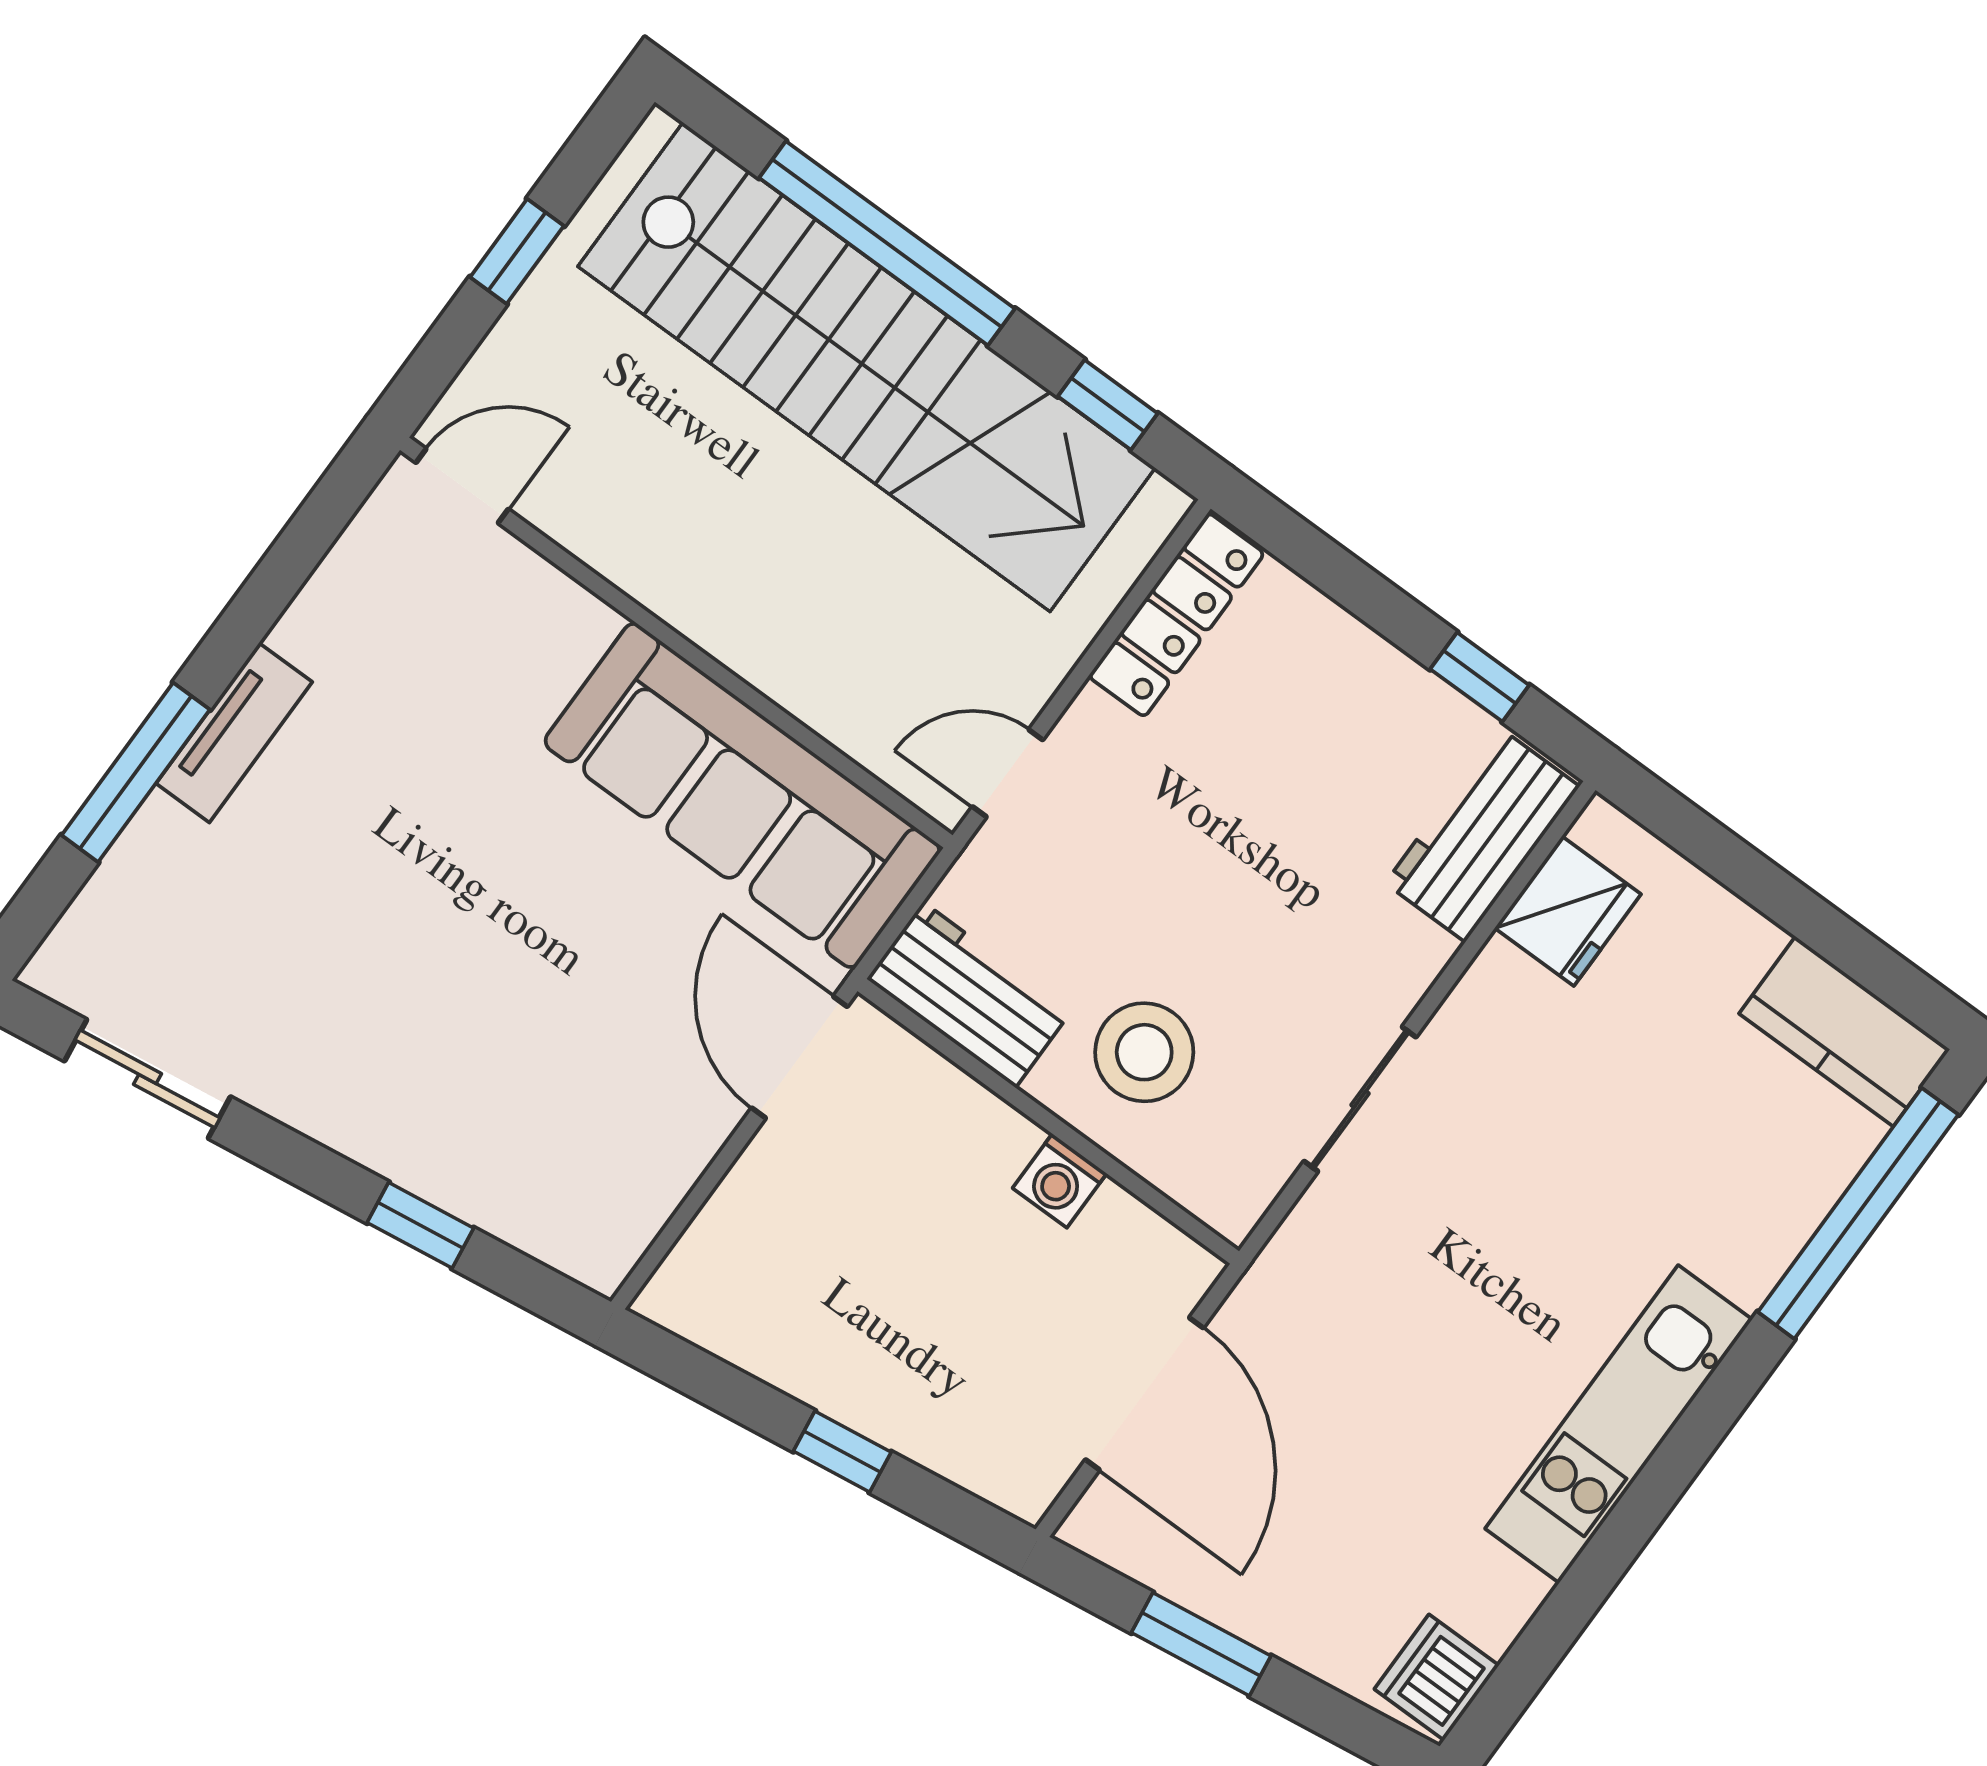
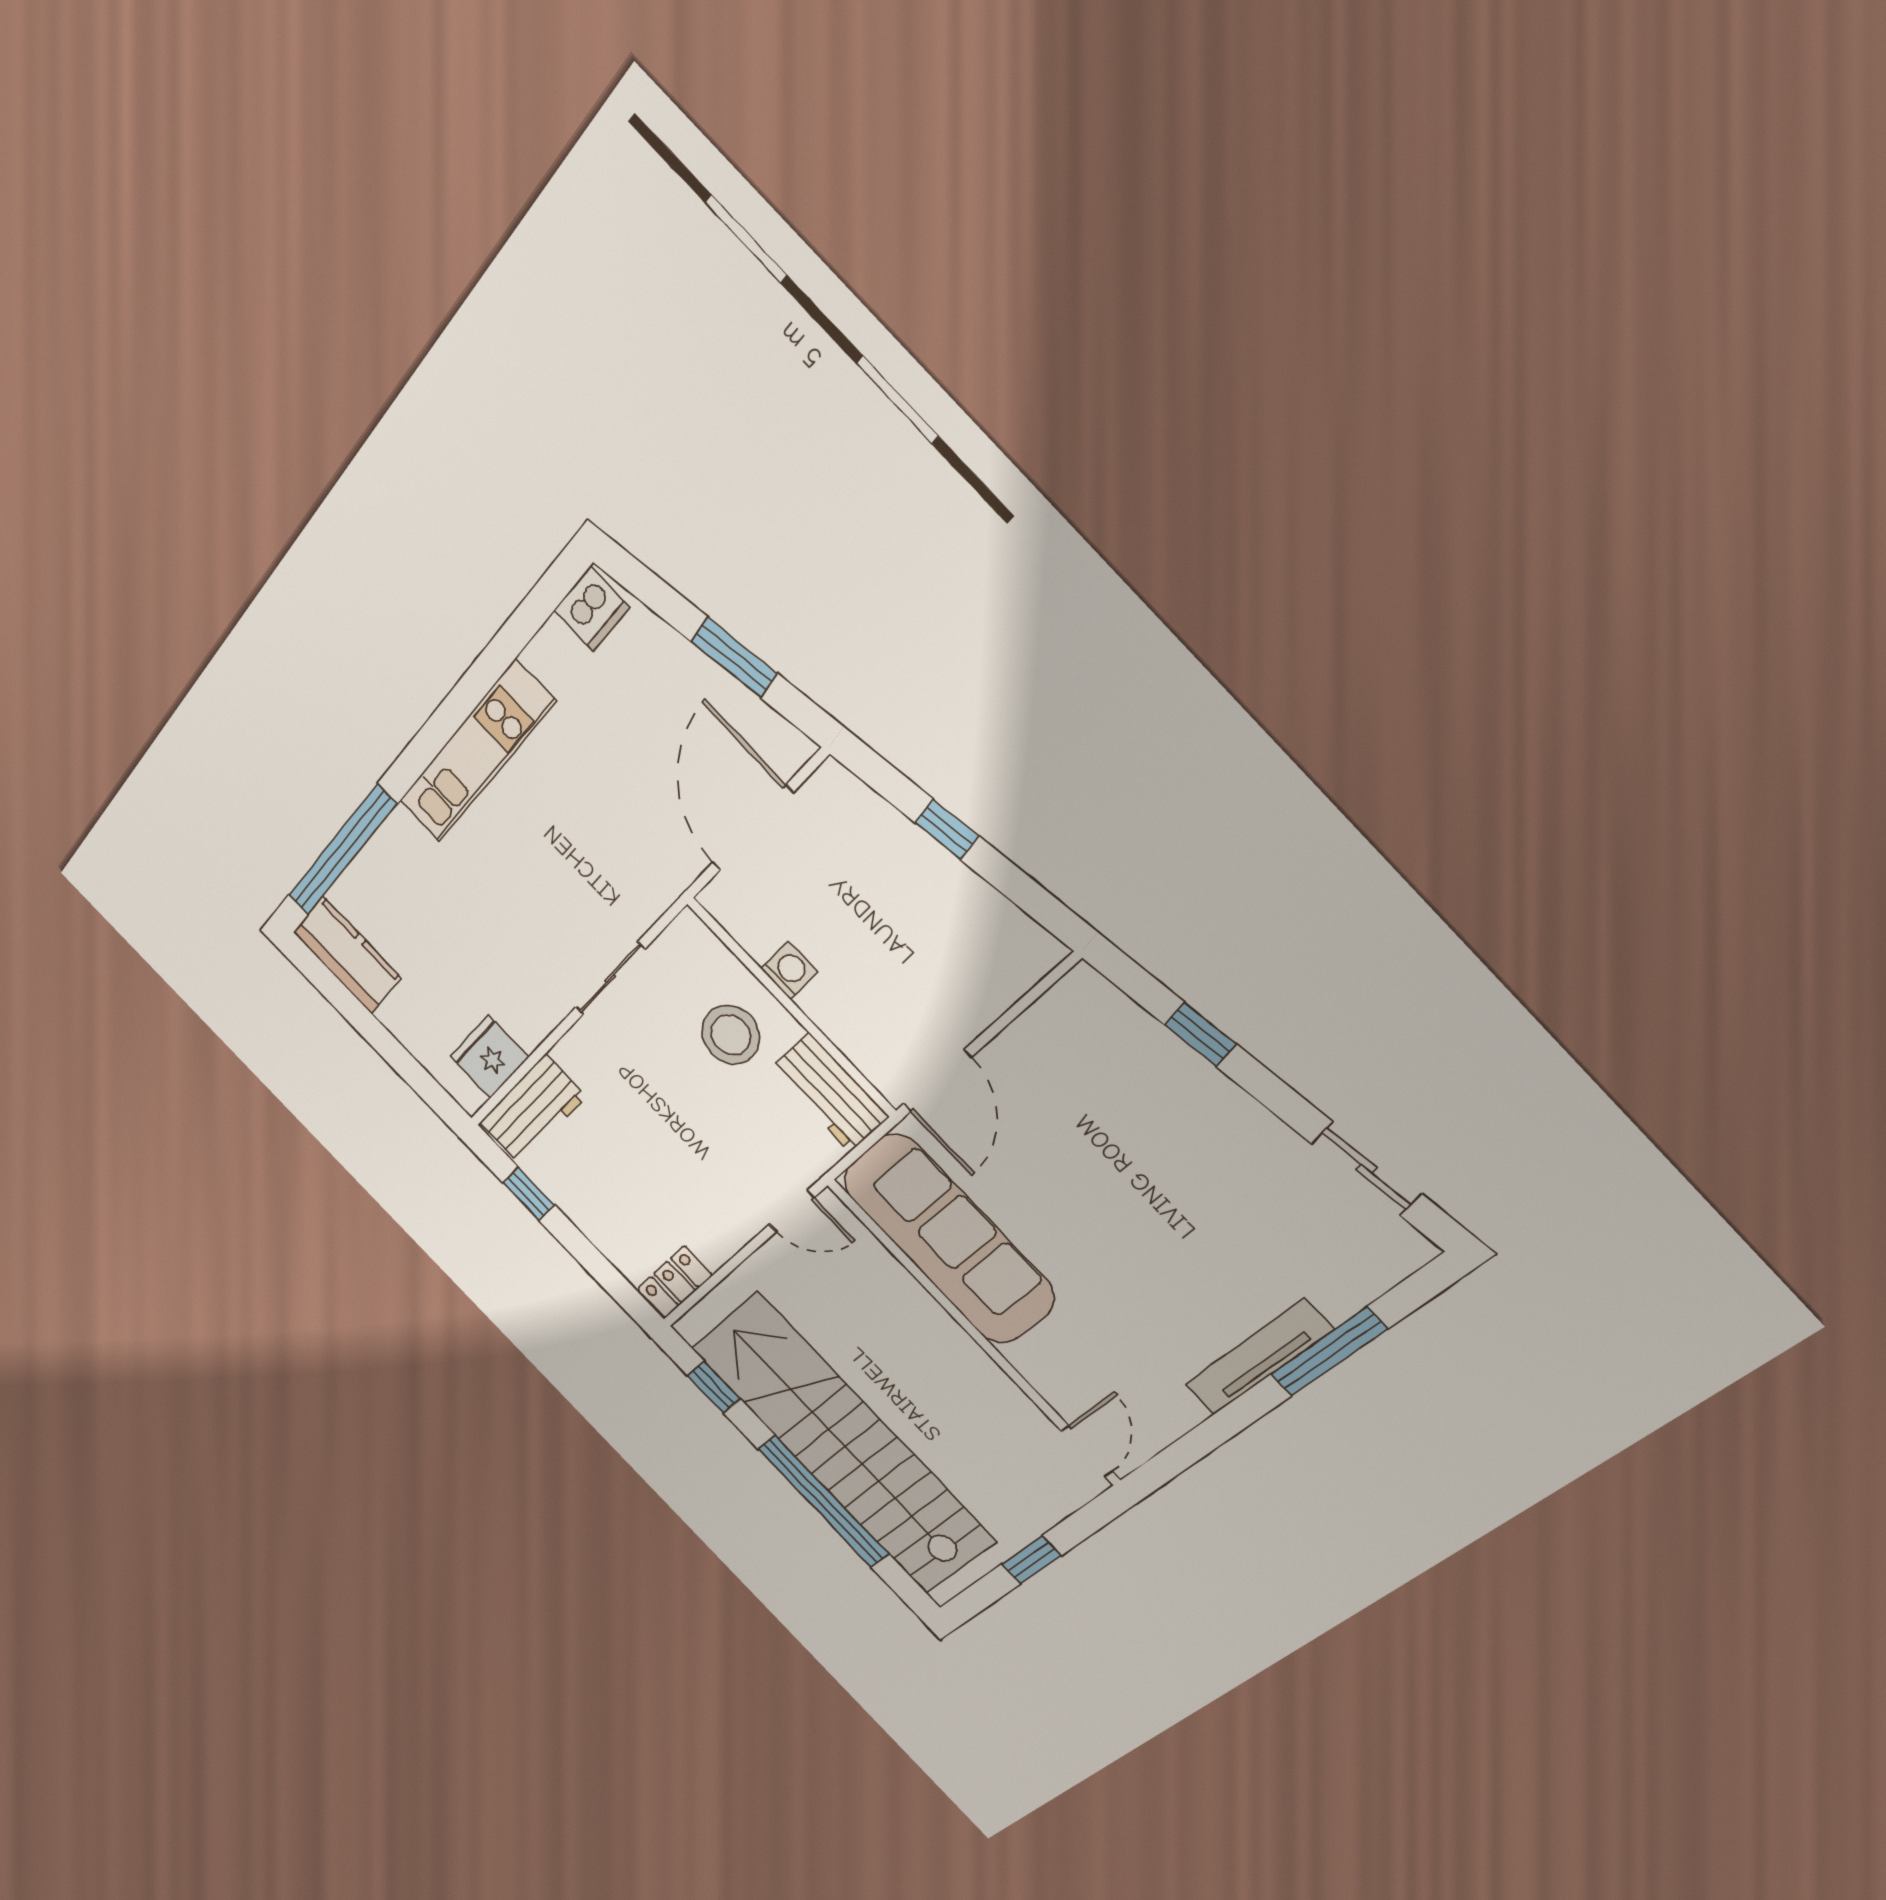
door: (462, 486) -> (1087, 1451), swing flipped
locker: (1176, 615) -> (675, 1282), width x0.66
tv unit: (234, 733) -> (1258, 1357), width x1.41

